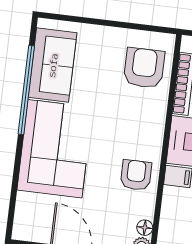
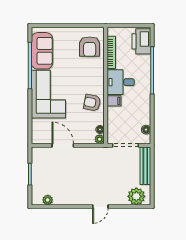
armchair: (144, 68) -> (90, 47), turned 180
armchair: (136, 175) -> (92, 103), turned -79

